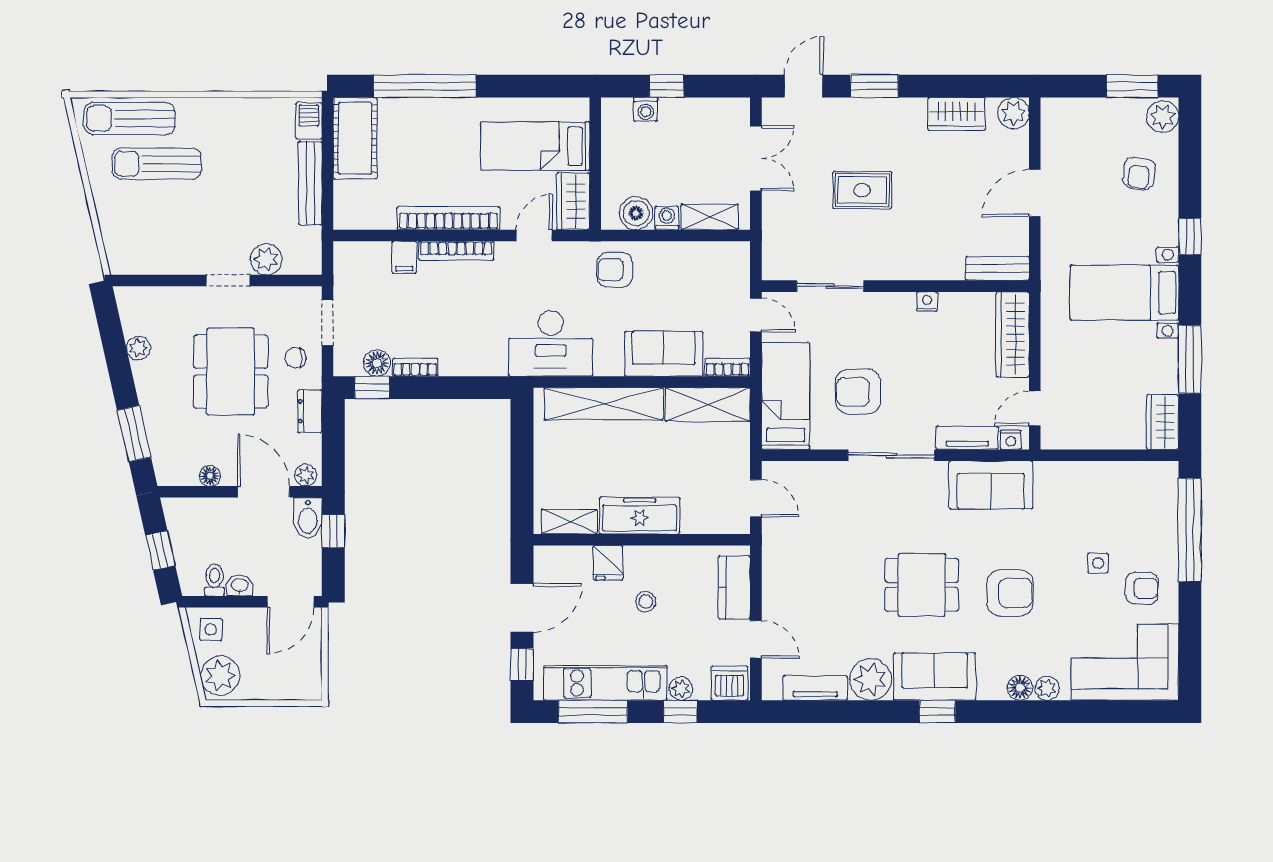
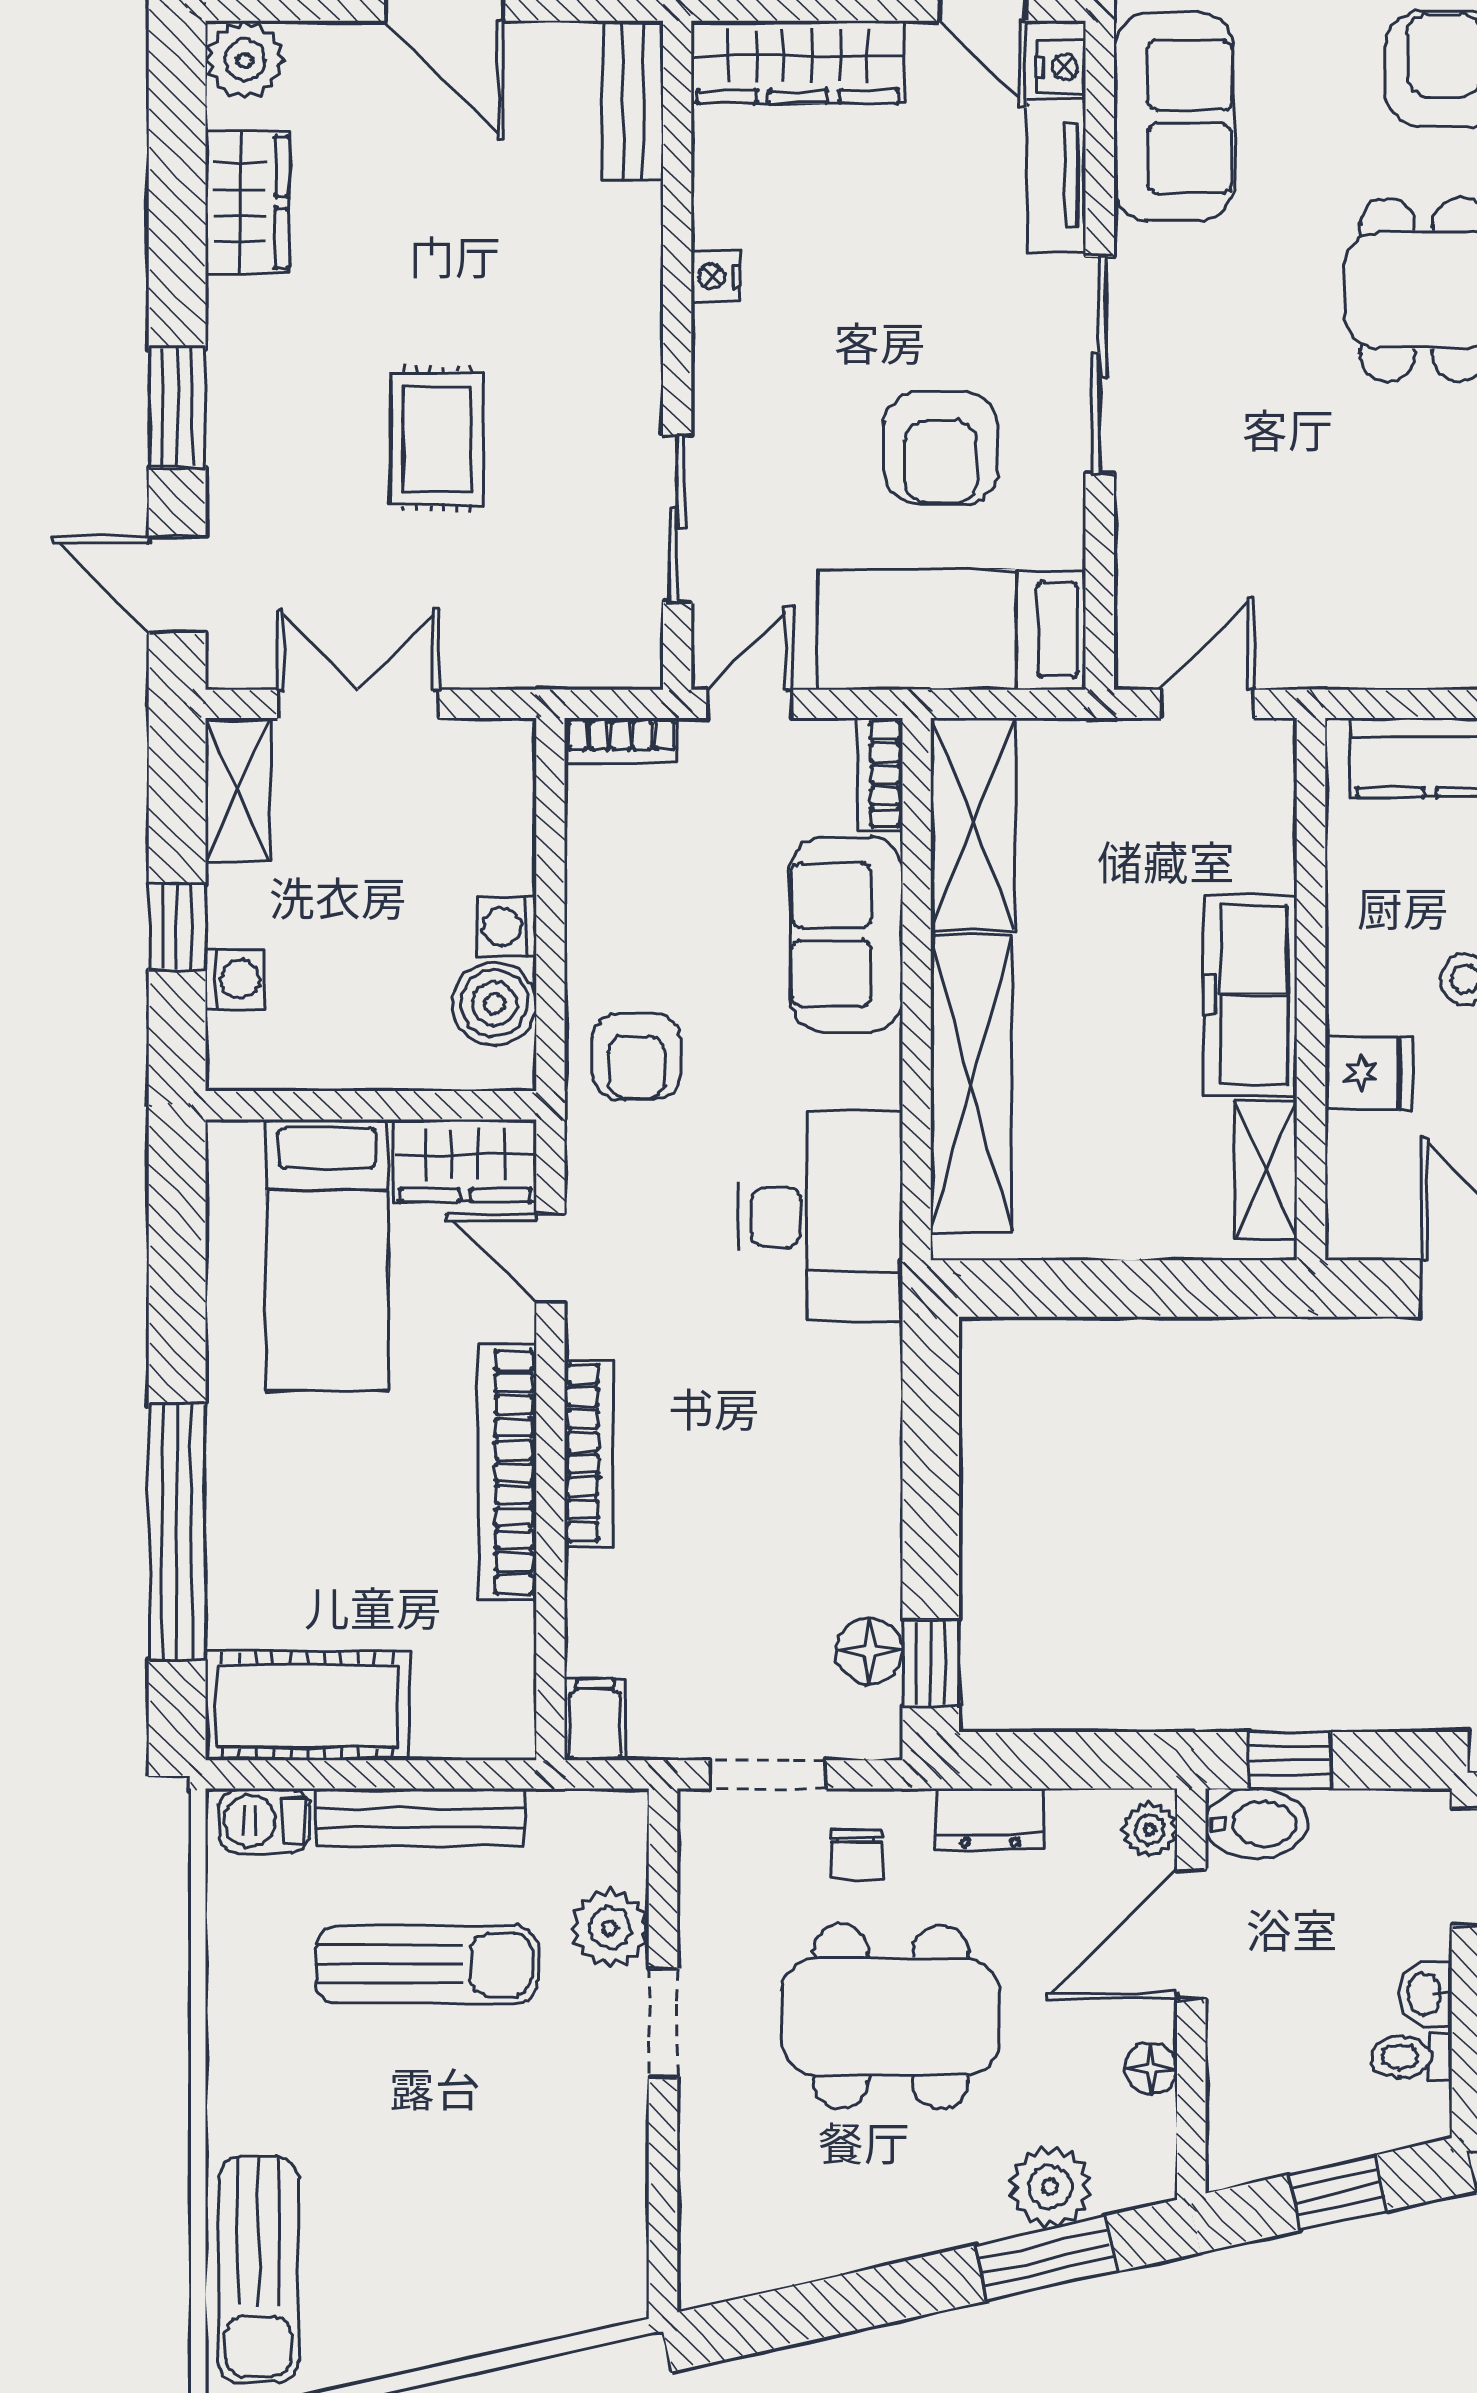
sun lounger: (157, 164) -> (427, 1964), moved, turned -90
shelving: (710, 217) -> (238, 790), moved
filing cabinet: (404, 257) -> (595, 1720), moved, turned -90
plant: (138, 348) -> (1050, 2187), moved, width x1.38, depth x1.38
bookcase: (415, 367) -> (621, 741), moved, turned -90

